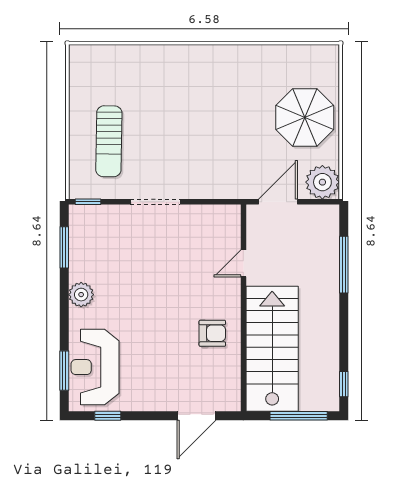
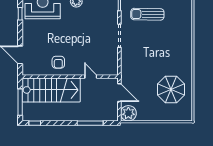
parasol: (305, 118) -> (171, 90), moved

